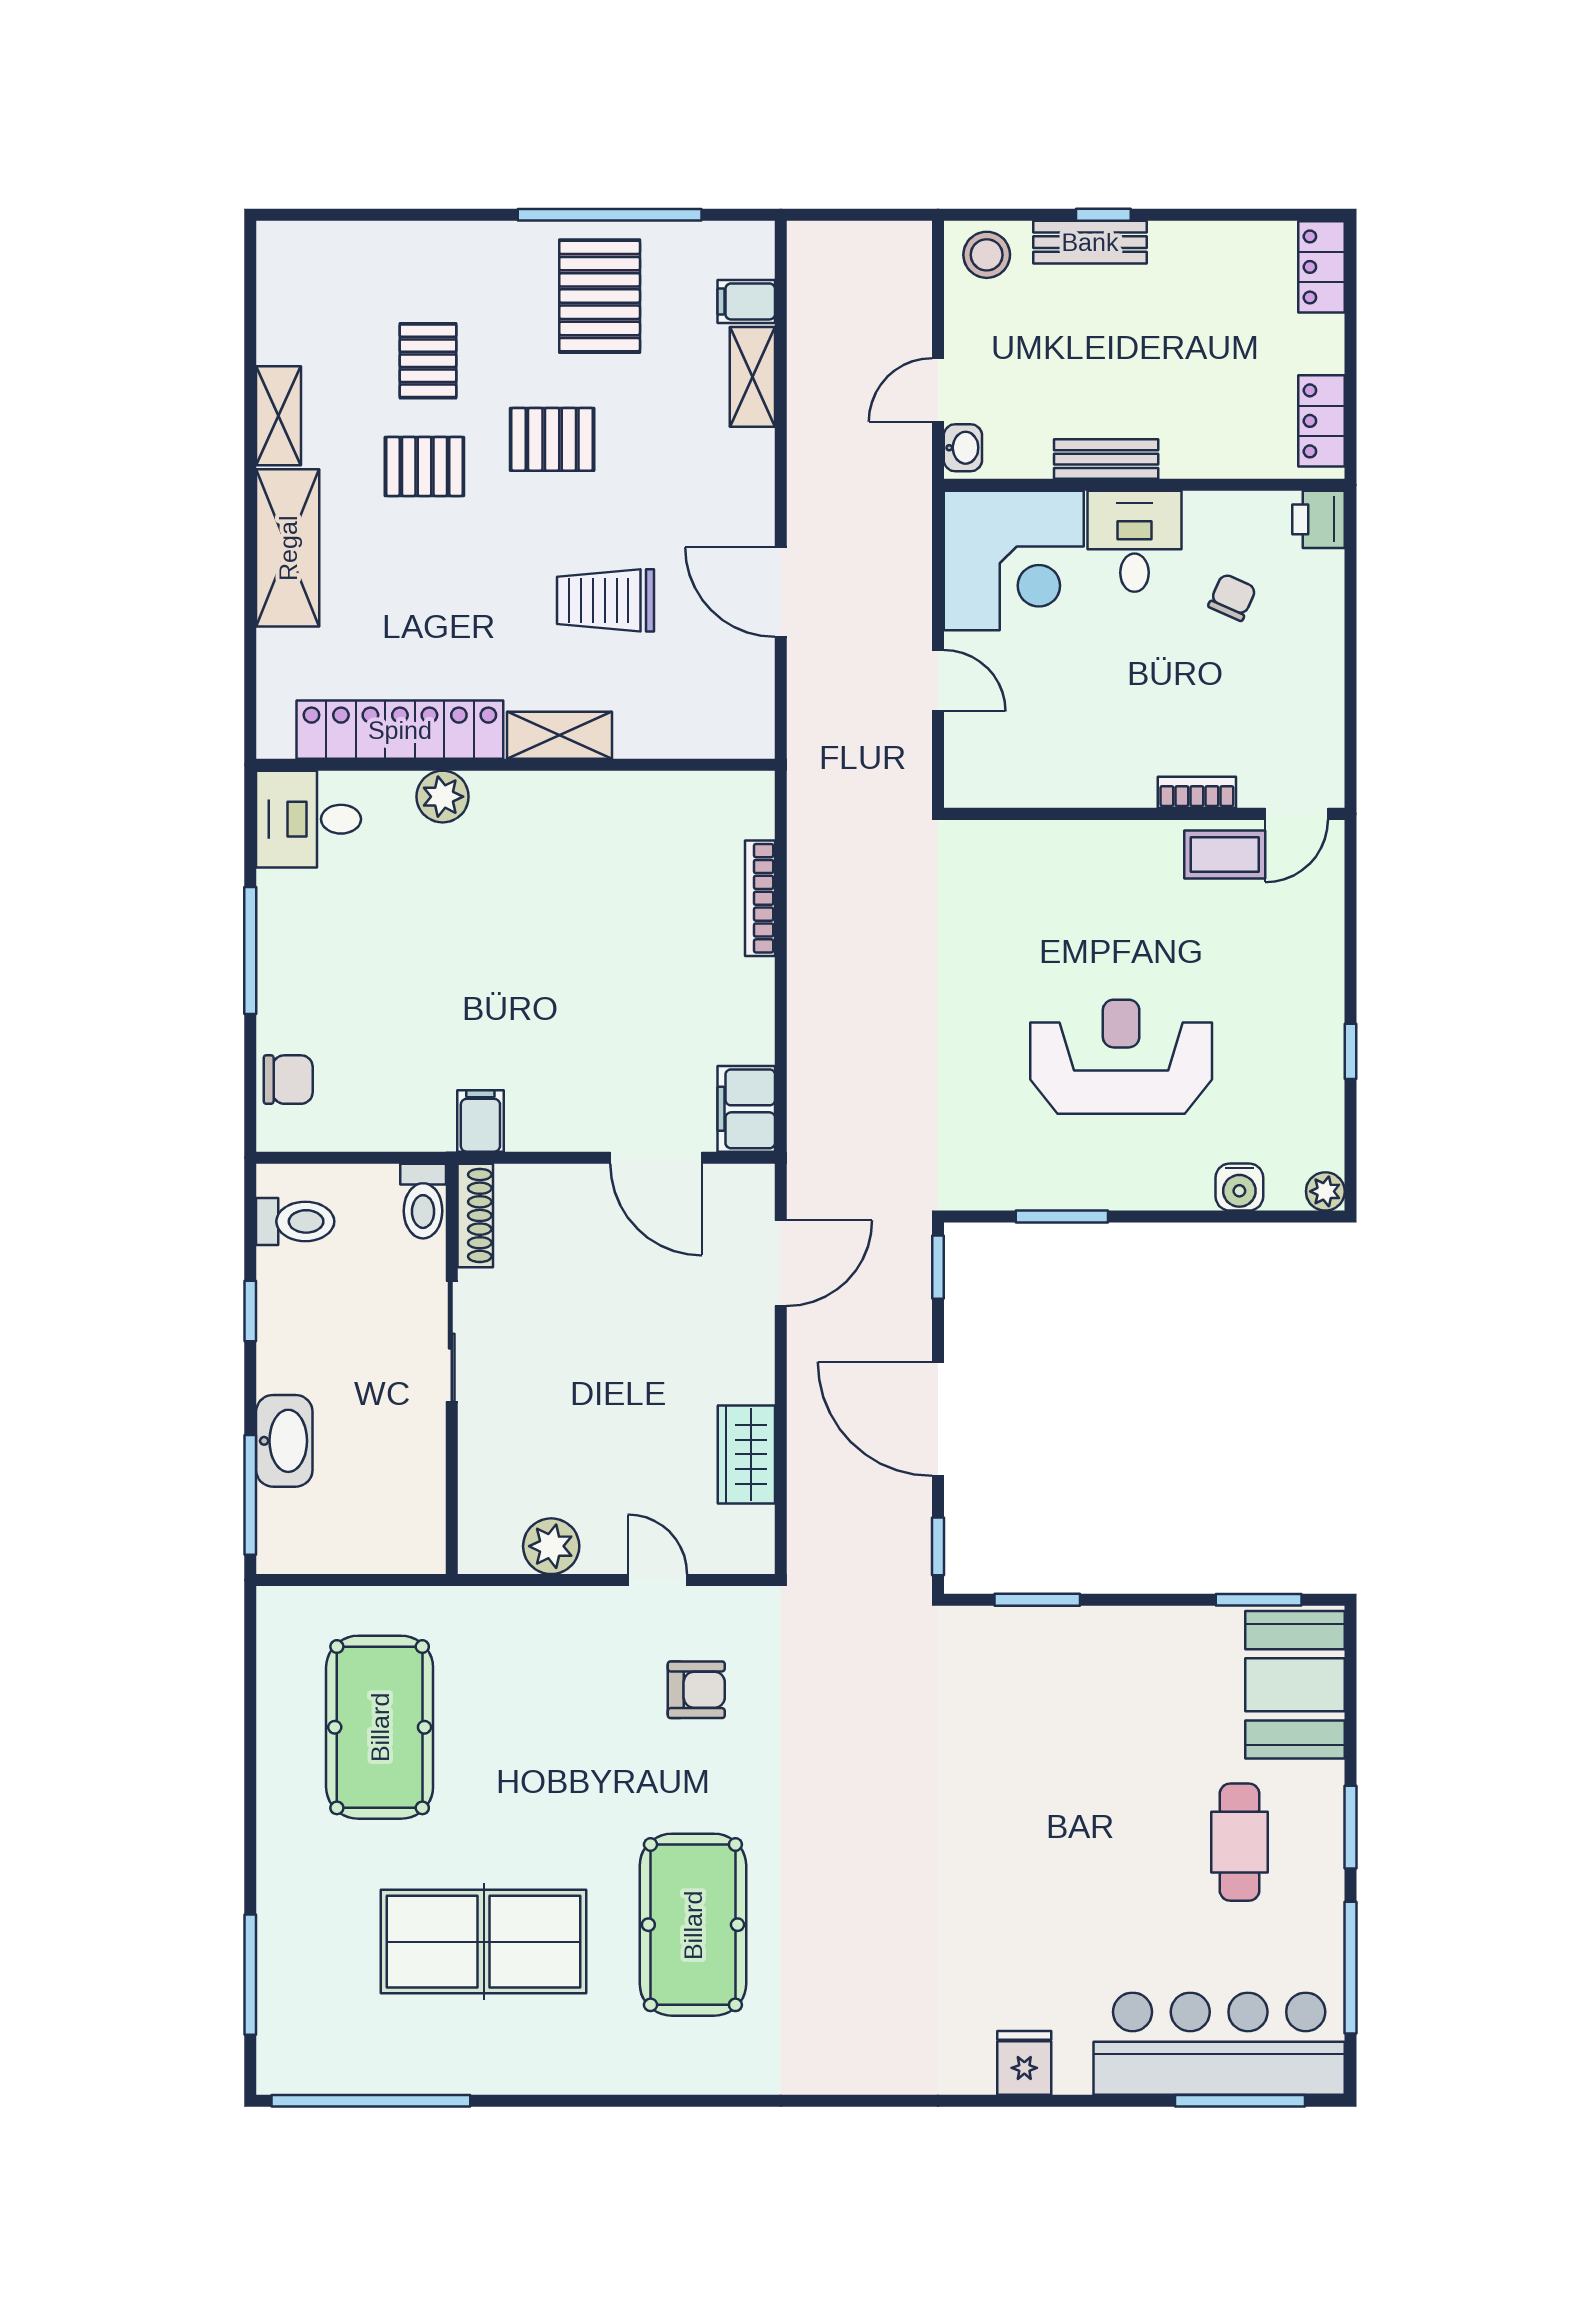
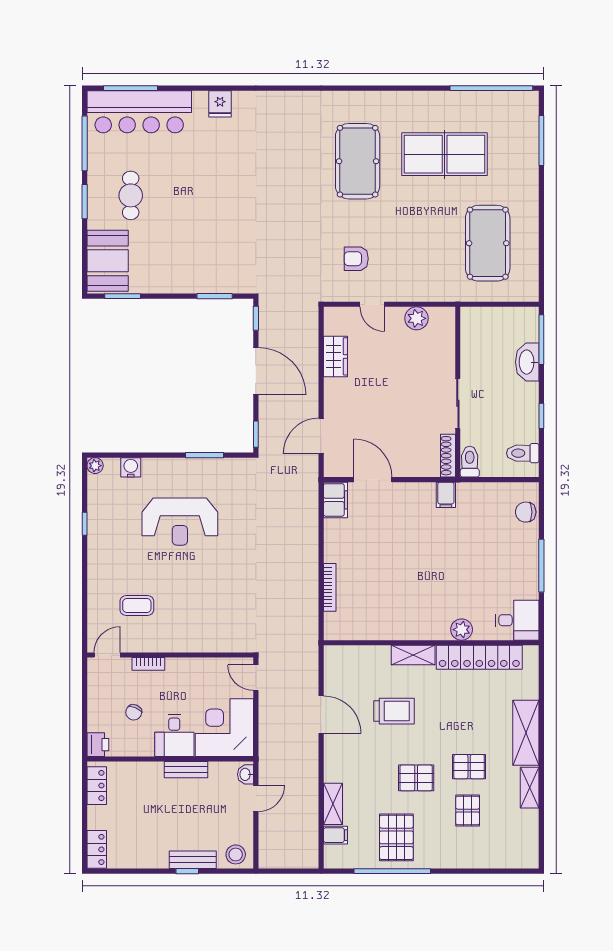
bookcase: (1197, 792) -> (148, 664), moved
wall: (1144, 814) -> (170, 655), moved
door: (1296, 814) -> (107, 655), moved

